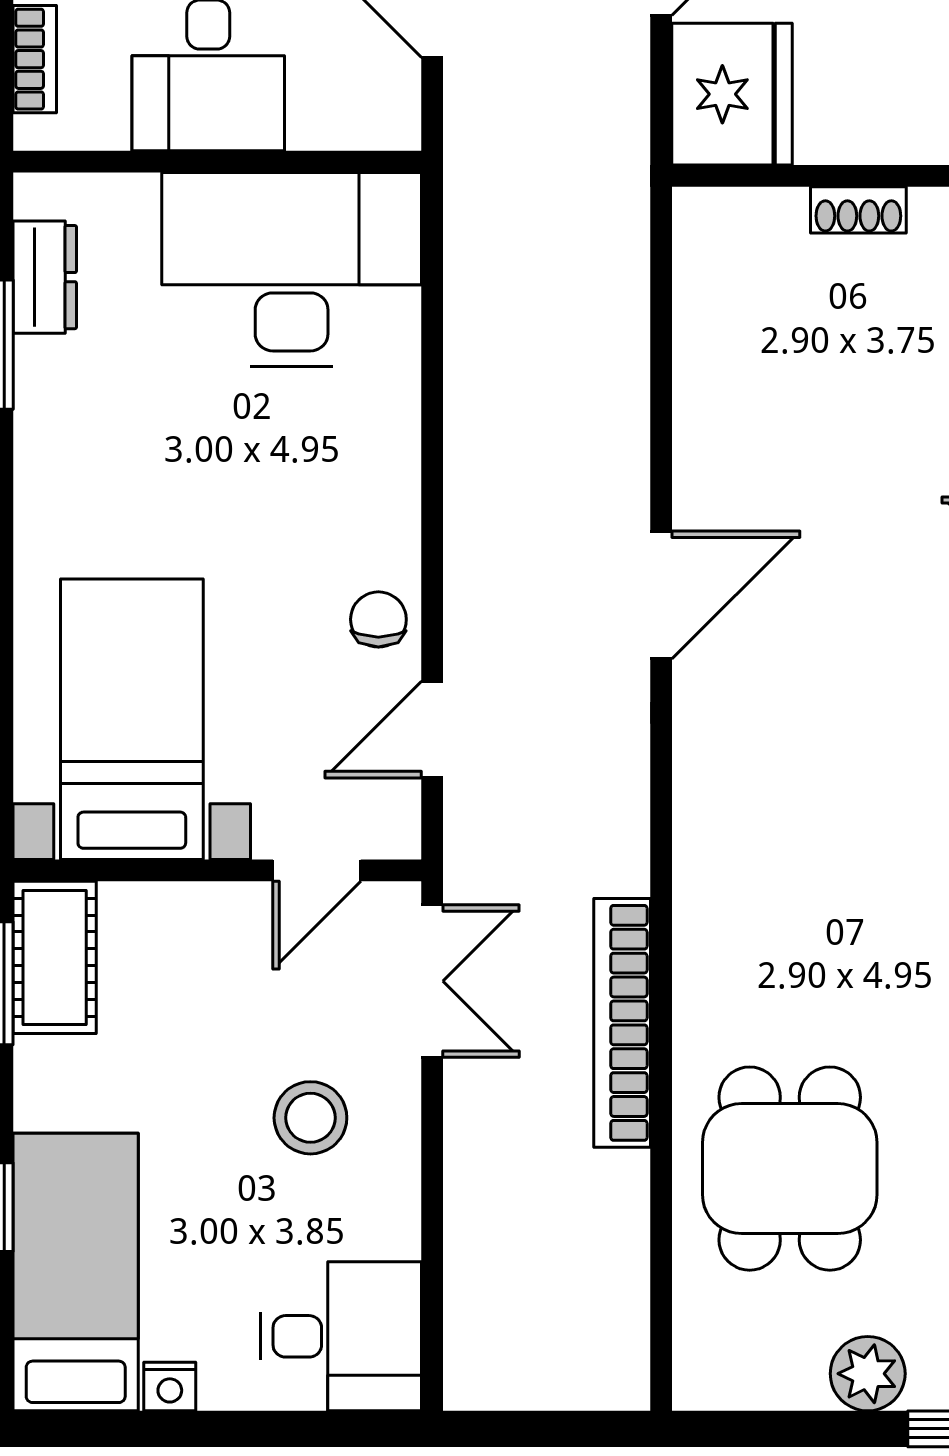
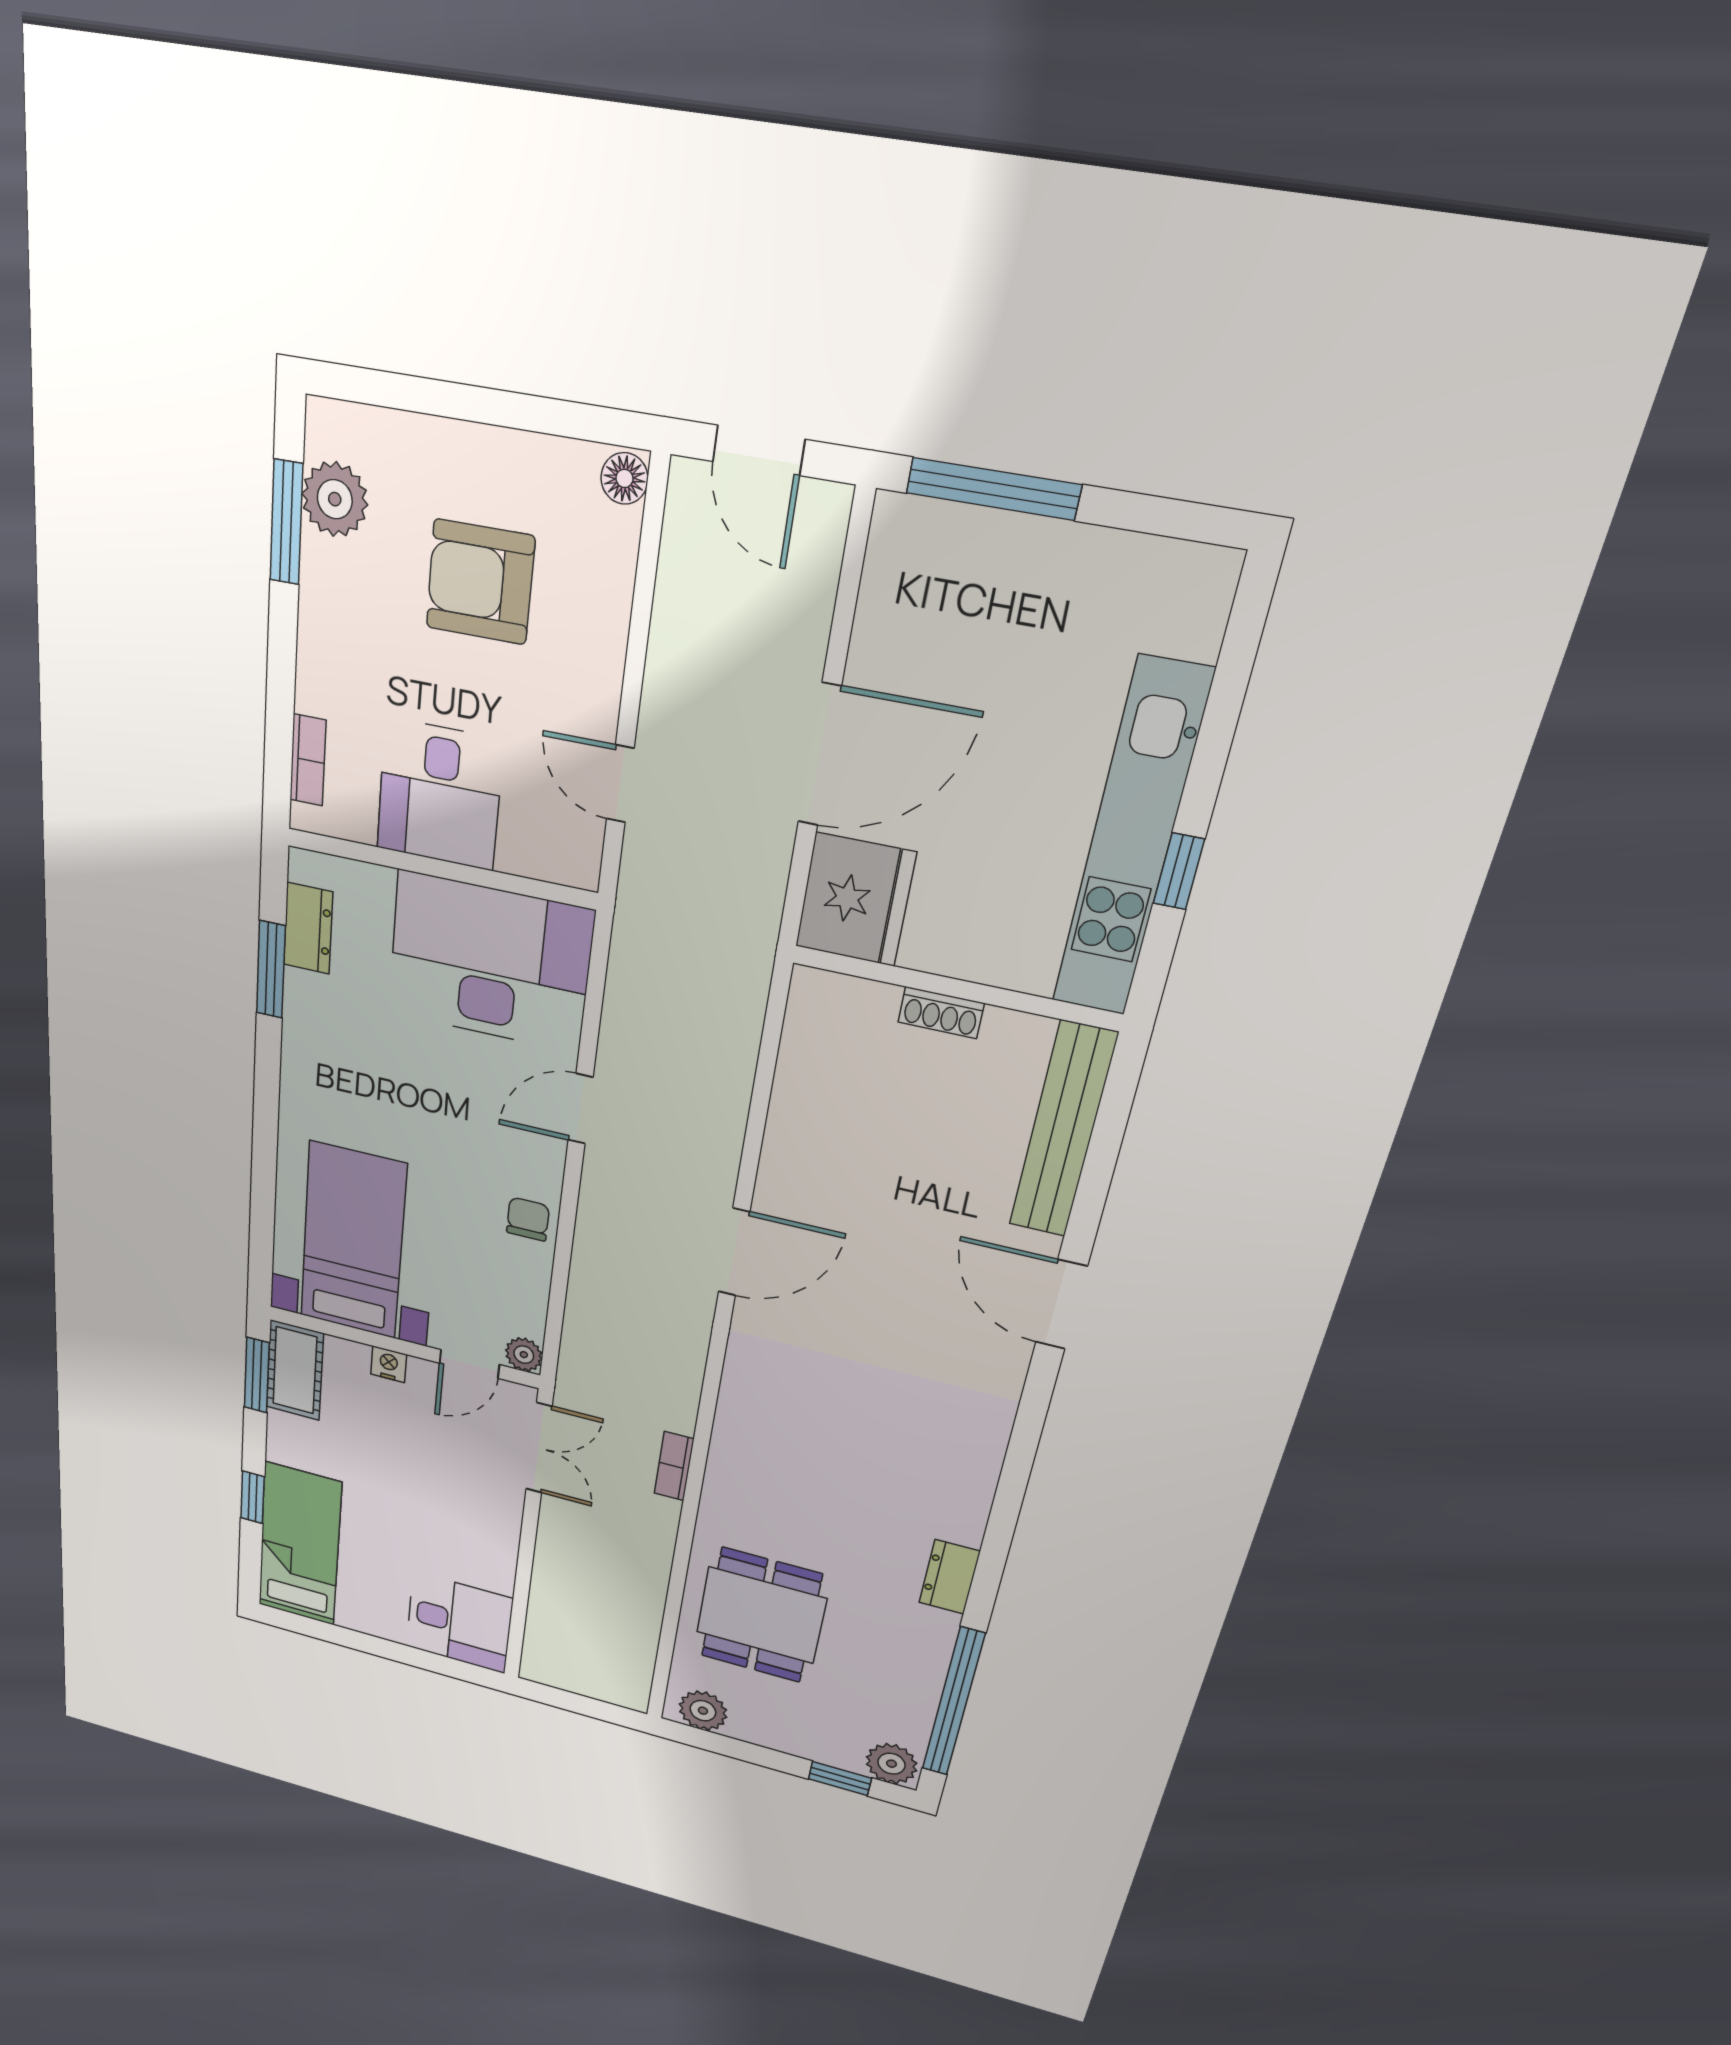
door: (432, 730) -> (581, 1109), moved
plant: (394, 832) -> (524, 1355), added
bookcase: (622, 1023) -> (674, 1466), width x0.43, depth x0.76
stool: (310, 1118) -> (452, 1503), removed
plant: (868, 1374) -> (703, 1711), moved
nightstand: (170, 1387) -> (389, 1364), moved, turned 180

